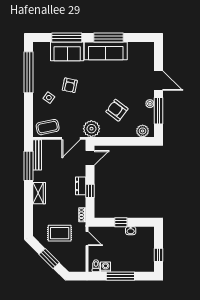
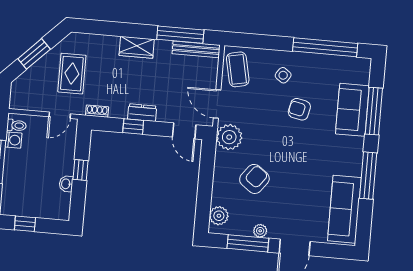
sofa: (106, 51) -> (344, 209), moved

